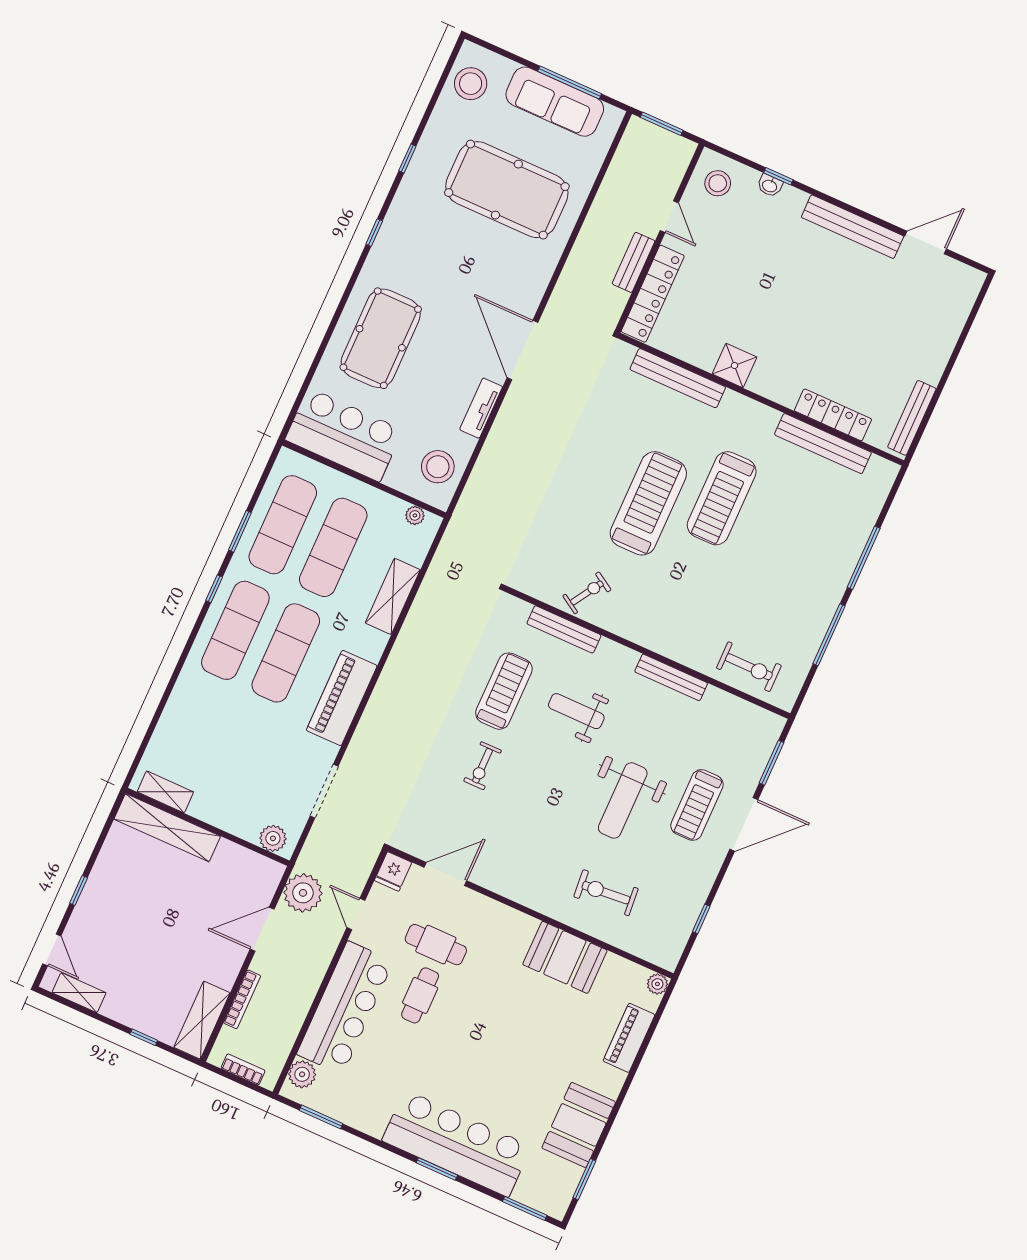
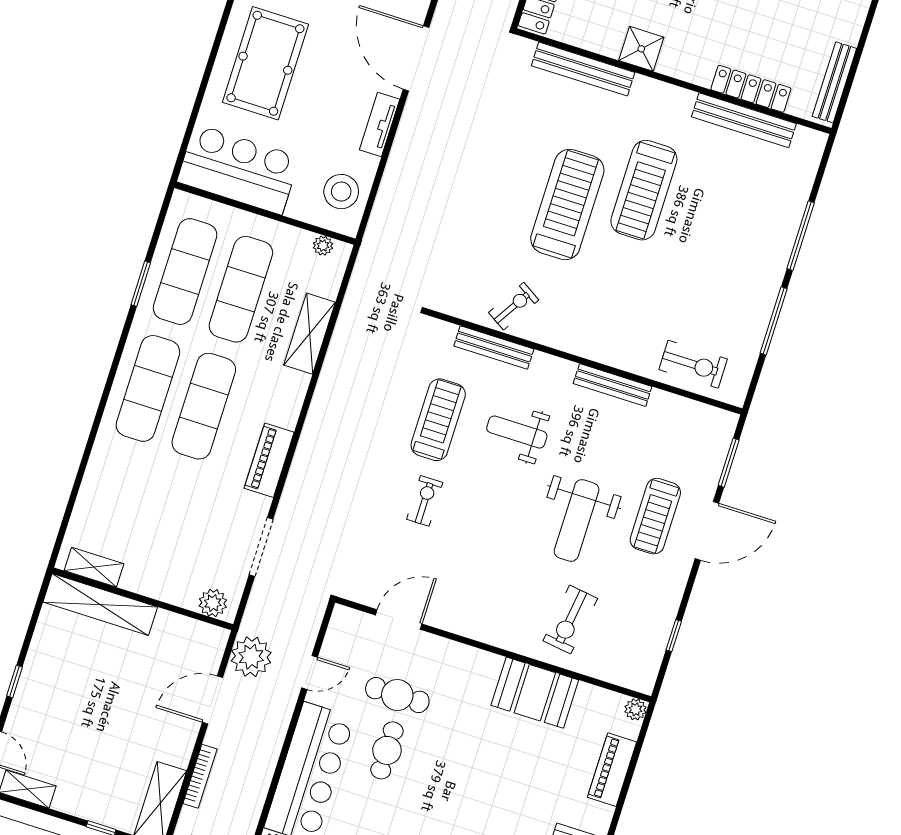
window: (214, 589) -> (121, 347), removed
piano: (342, 698) -> (269, 460), width x0.73, depth x0.75
exercise bike: (482, 766) -> (425, 501), turned 180
fridge: (393, 871) -> (343, 623), removed
exercise bike: (606, 893) -> (570, 620), turned -77
door: (356, 914) -> (309, 672), swing flipped

